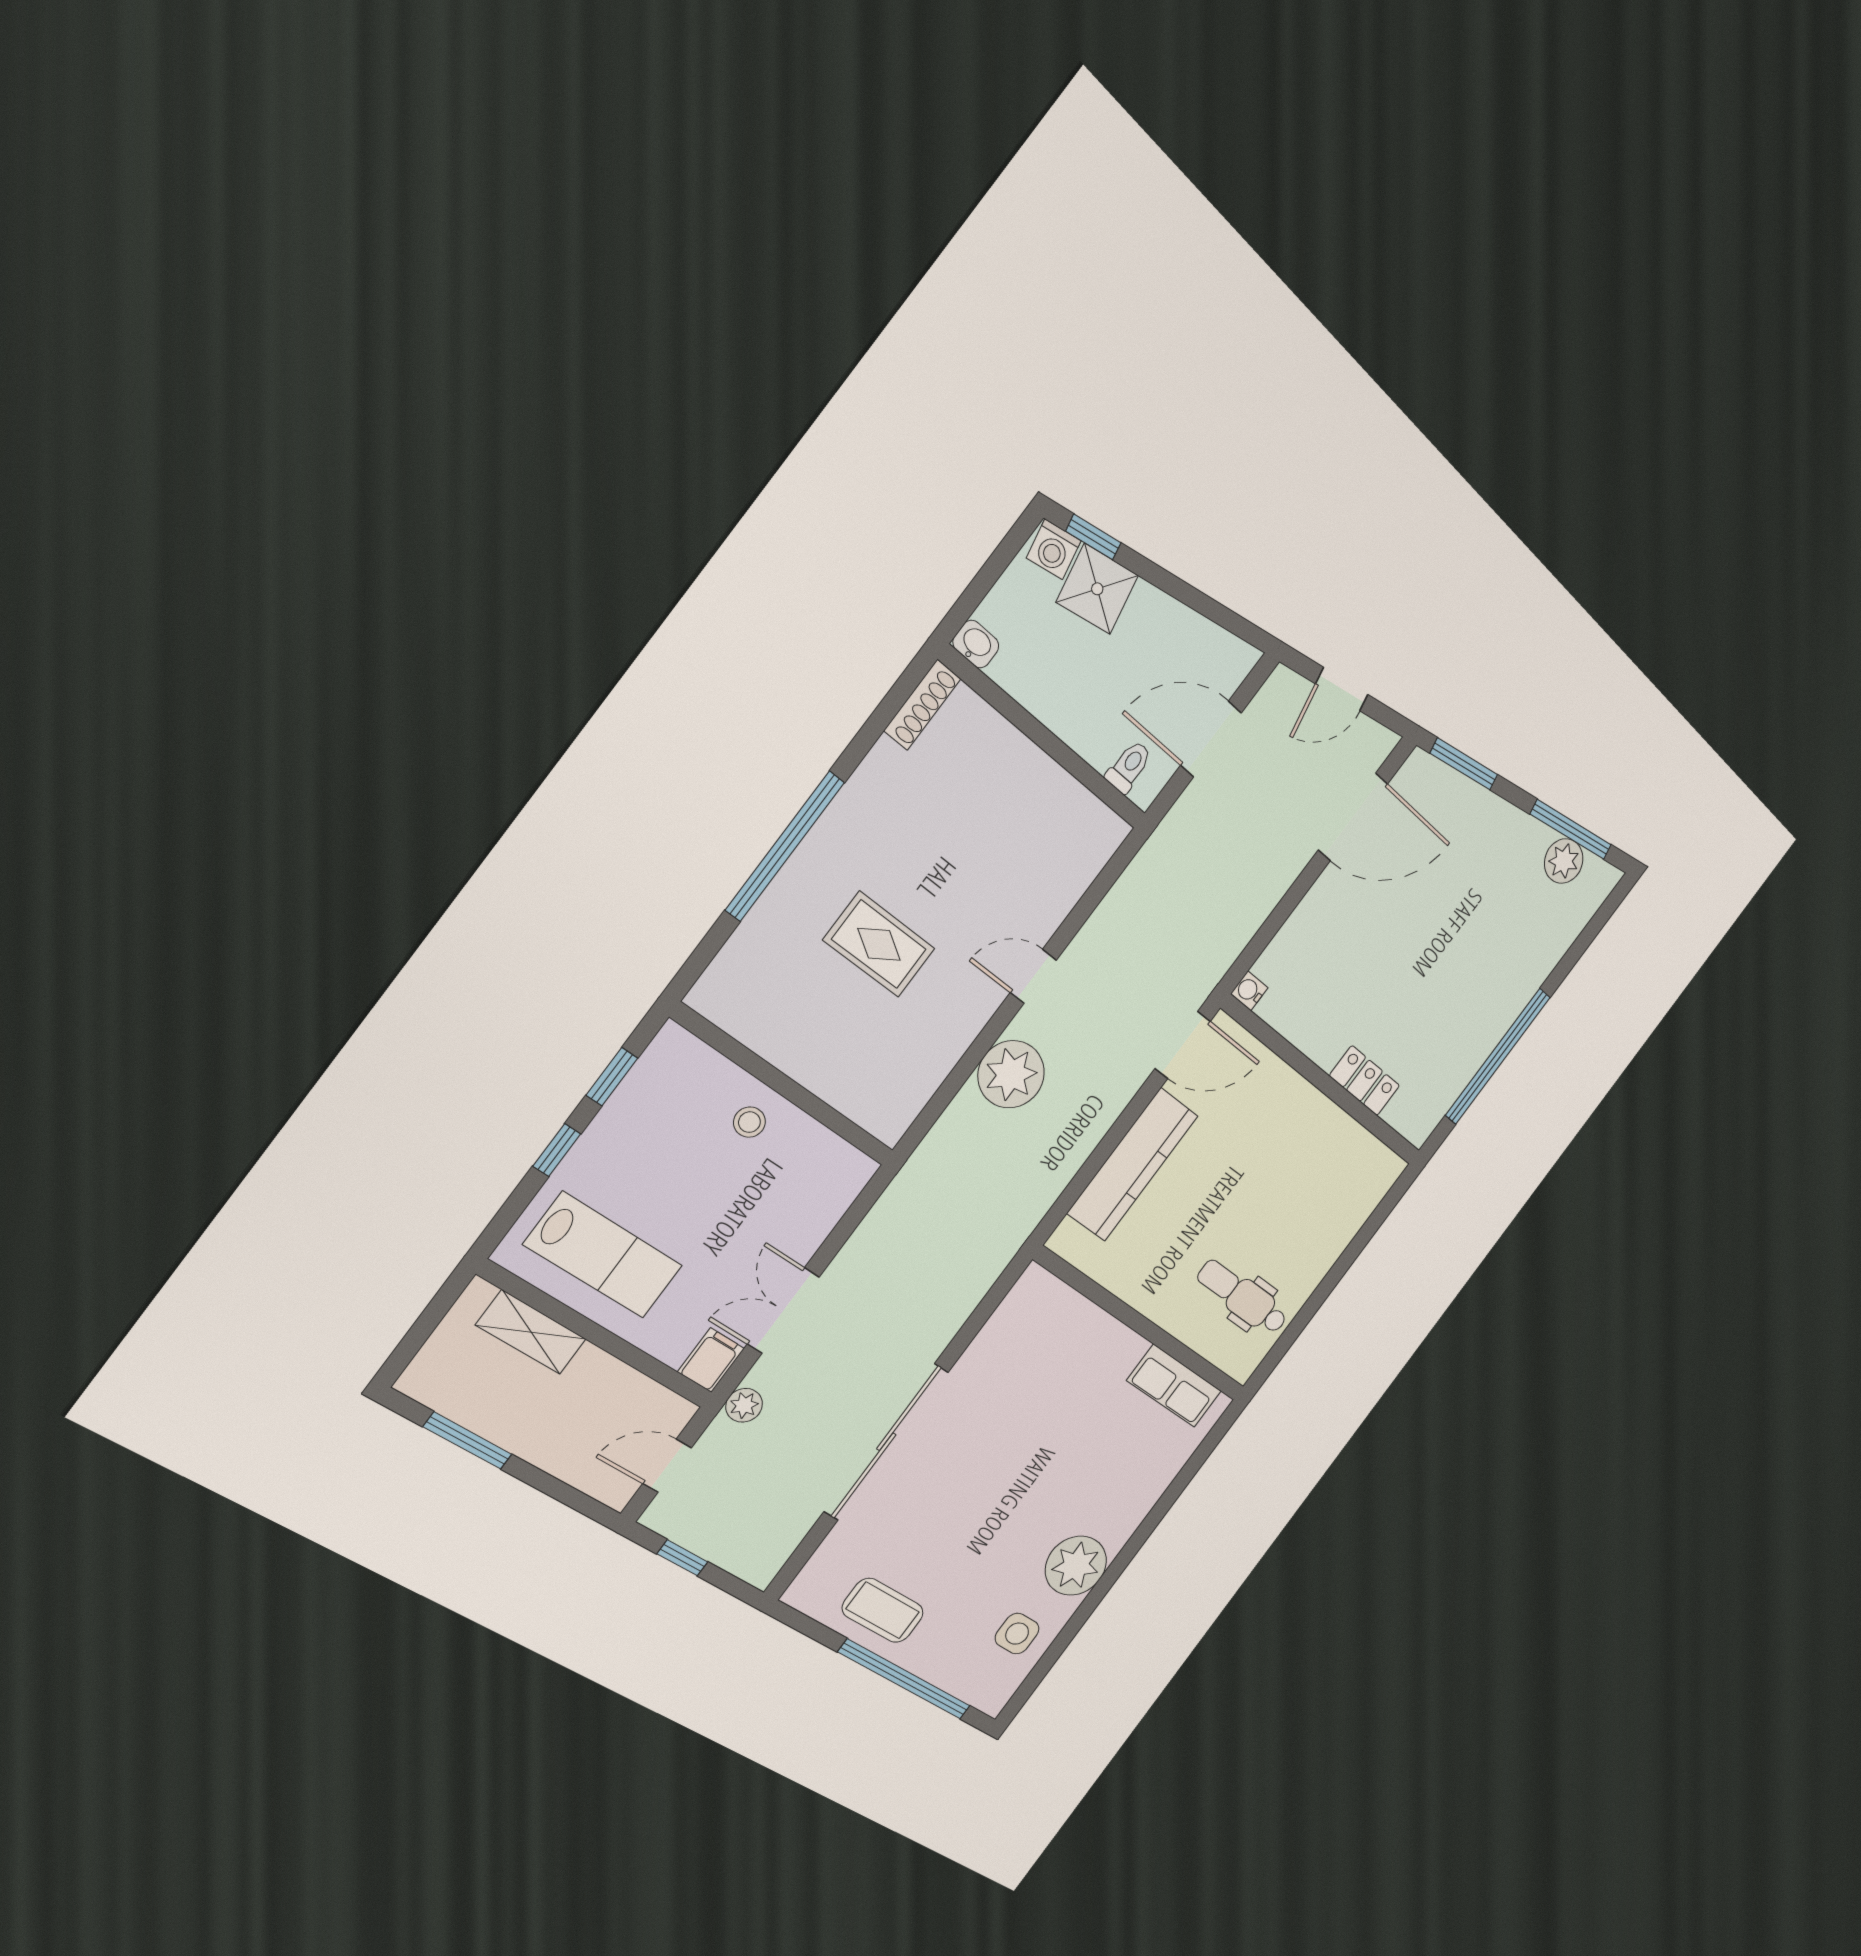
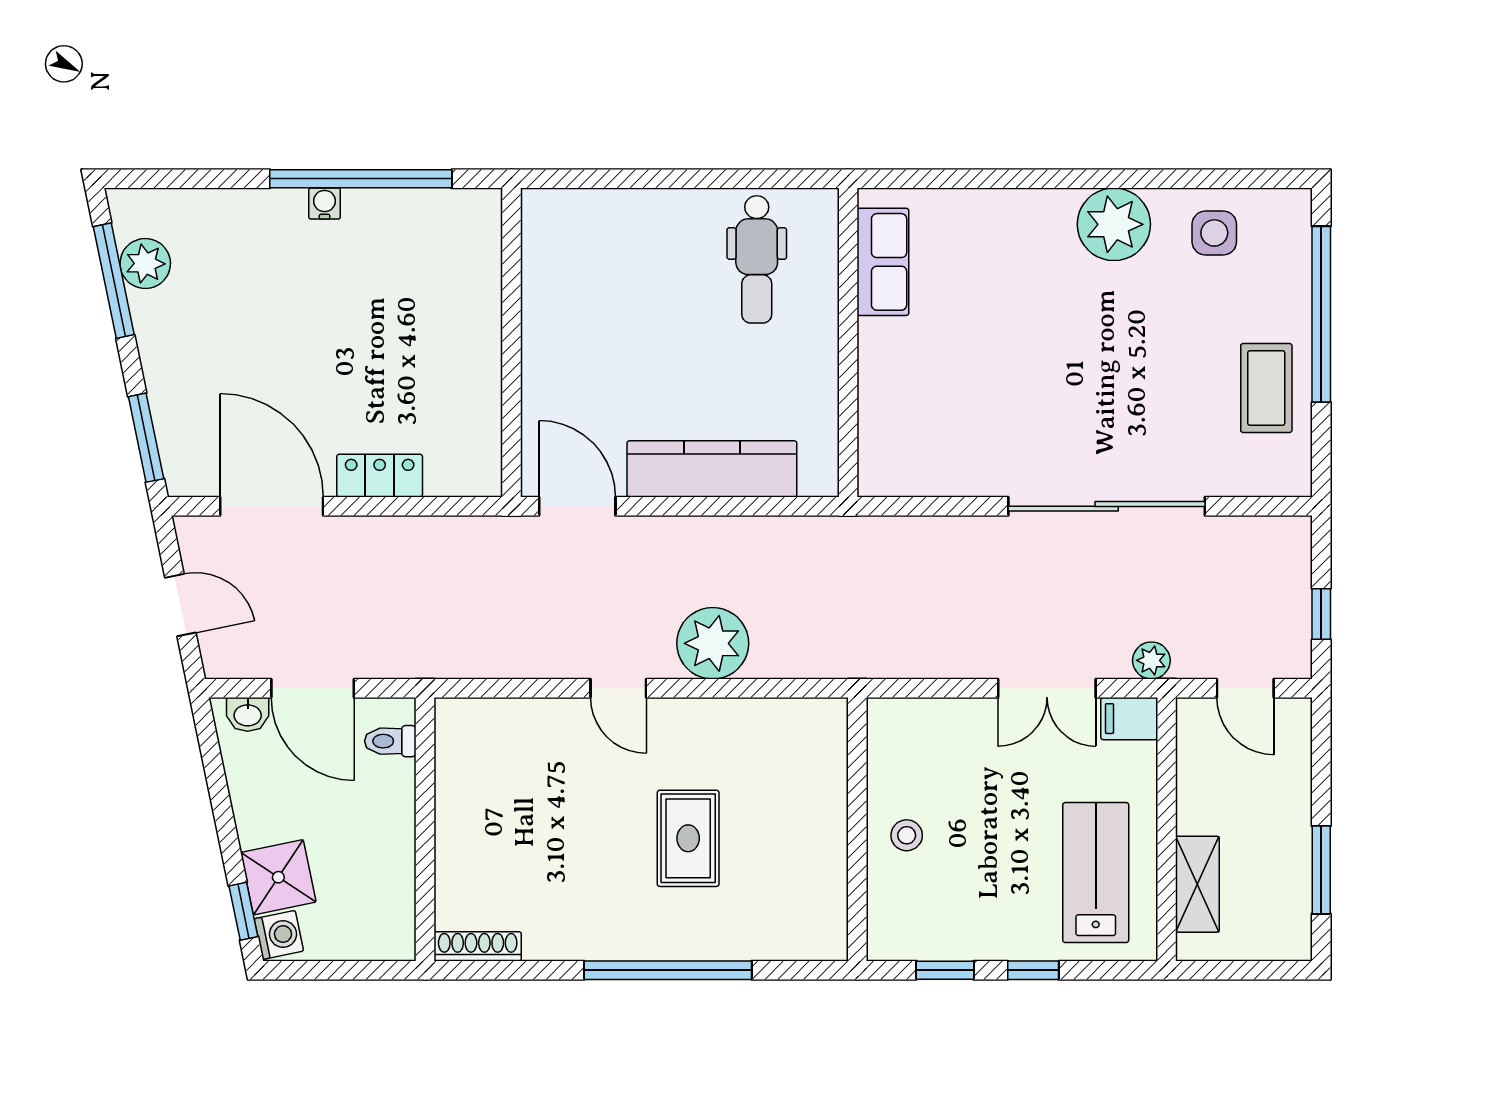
washbasin: (976, 644) -> (248, 714), moved, turned -90
water cooler: (1249, 991) -> (325, 204), moved, turned 180
locker: (1365, 1081) -> (380, 476), moved, turned 90

